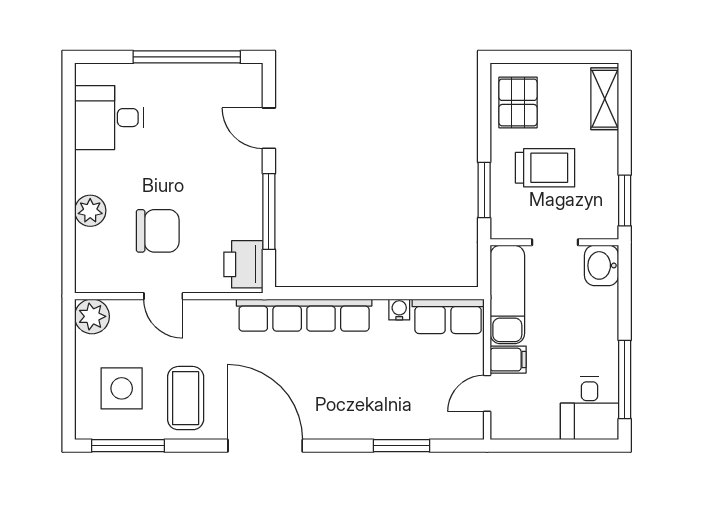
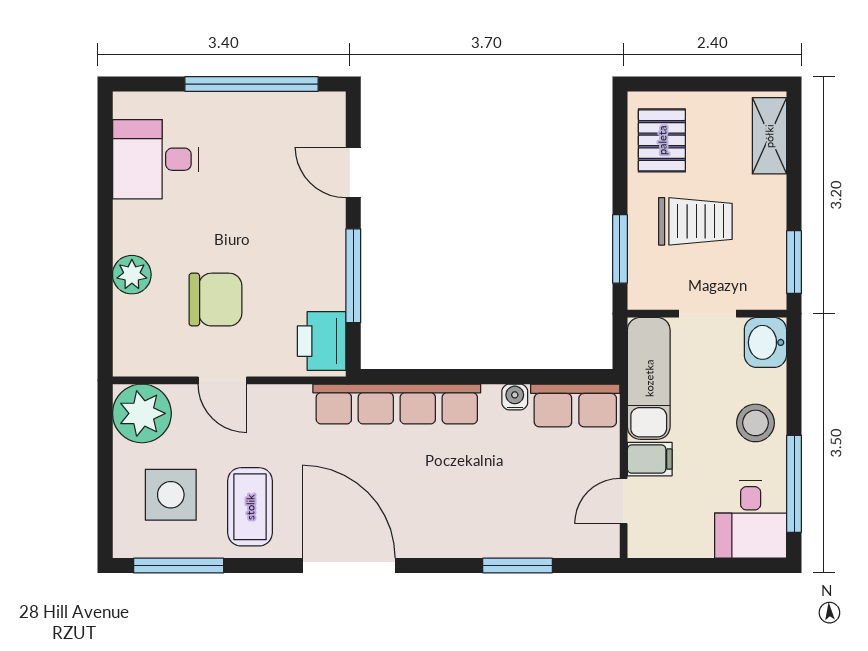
plant: (92, 316) -> (142, 413), width x1.36, depth x1.36
stool: (594, 330) -> (756, 423), added

